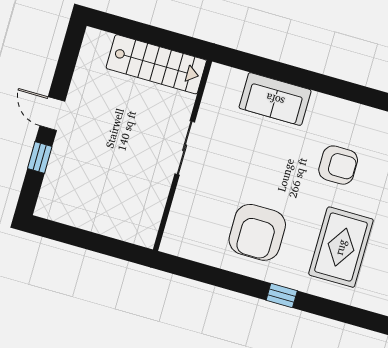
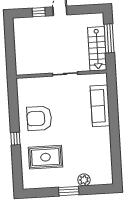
window: (143, 33) -> (109, 38), added
sofa: (275, 99) -> (100, 106), width x1.36
armchair: (338, 165) -> (81, 143), removed

